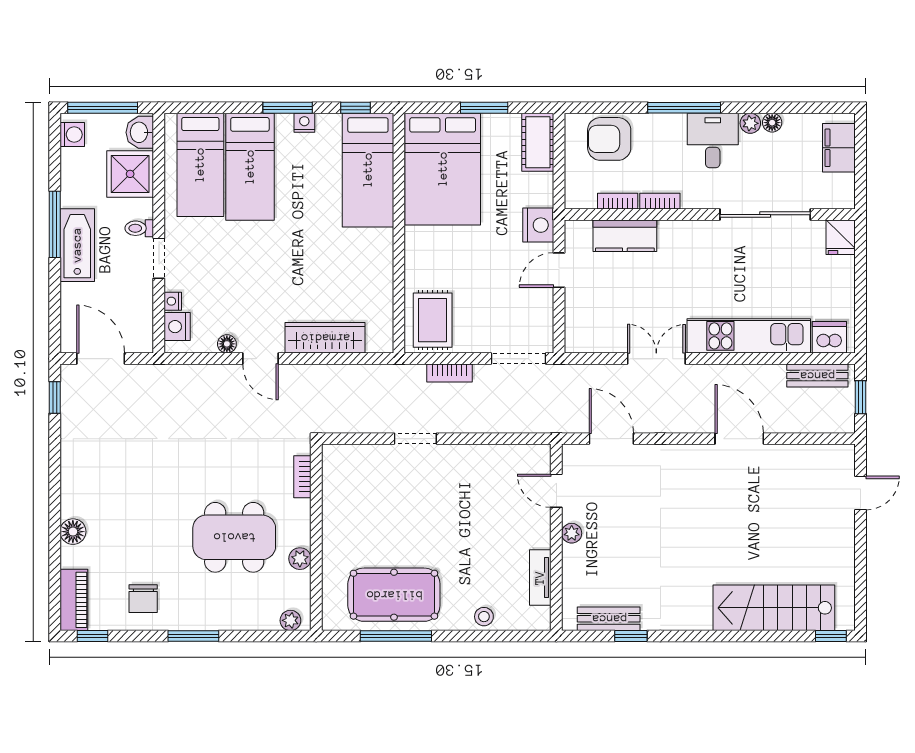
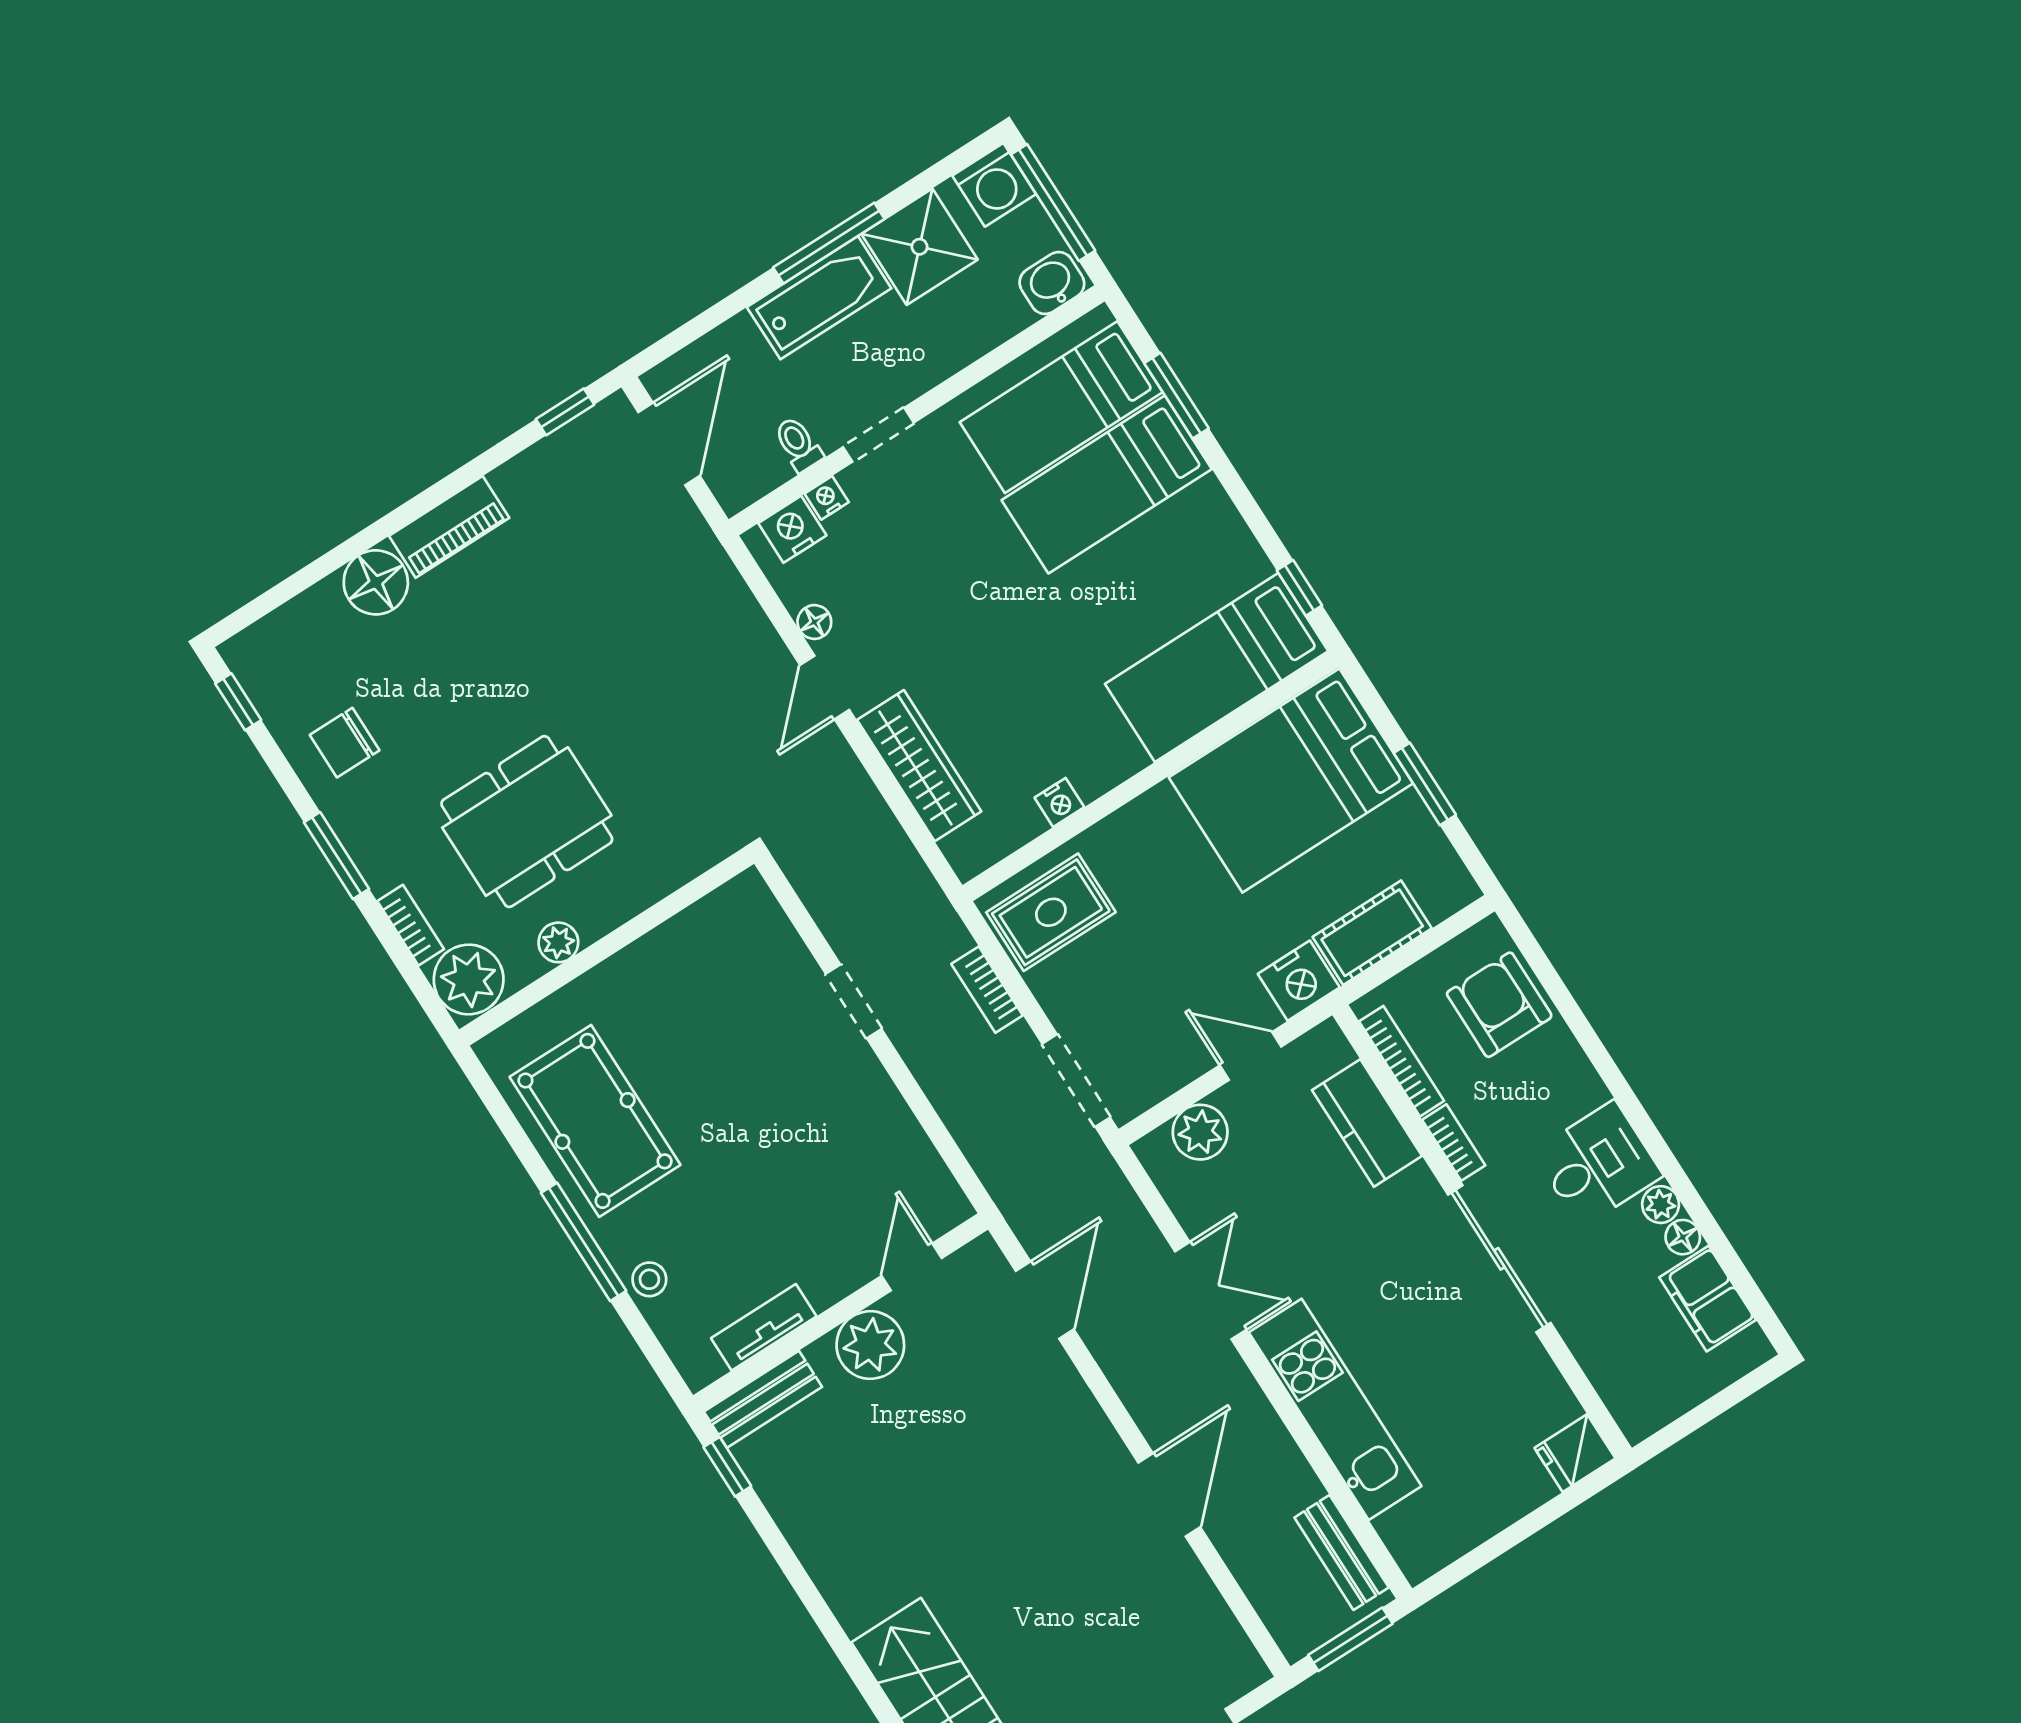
window: (288, 108) -> (1177, 396), moved
window: (684, 108) -> (1620, 1089), removed
nightstand: (304, 123) -> (1059, 802), moved, turned 90
washing machine: (72, 135) -> (994, 185), width x1.38, depth x1.38
cot: (538, 142) -> (1372, 933), moved
filing cabinet: (839, 148) -> (1708, 1299), moved, turned -90
shower: (130, 174) -> (920, 247), moved
bookcase: (618, 201) -> (1402, 1061), width x1.56
sliding door: (765, 215) -> (1499, 1259), moved
toilet: (139, 228) -> (798, 444), moved
plant: (579, 316) -> (1200, 1132), added
dishwasher: (829, 337) -> (1411, 1534), removed
window: (860, 397) -> (1350, 1639), width x1.50
bookcase: (302, 477) -> (411, 925), moved, turned 90
floor lamp: (73, 532) -> (376, 582), width x1.38, depth x1.38
plant: (572, 533) -> (870, 1345), width x1.87, depth x1.87
dining table: (234, 537) -> (527, 822), turned 90
piano: (74, 600) -> (449, 527), moved
bench: (609, 619) -> (763, 1399), moved, turned 90
plant: (290, 620) -> (469, 980), width x1.88, depth x1.88
window: (396, 636) -> (584, 1242), moved
window: (631, 636) -> (727, 1467), moved

